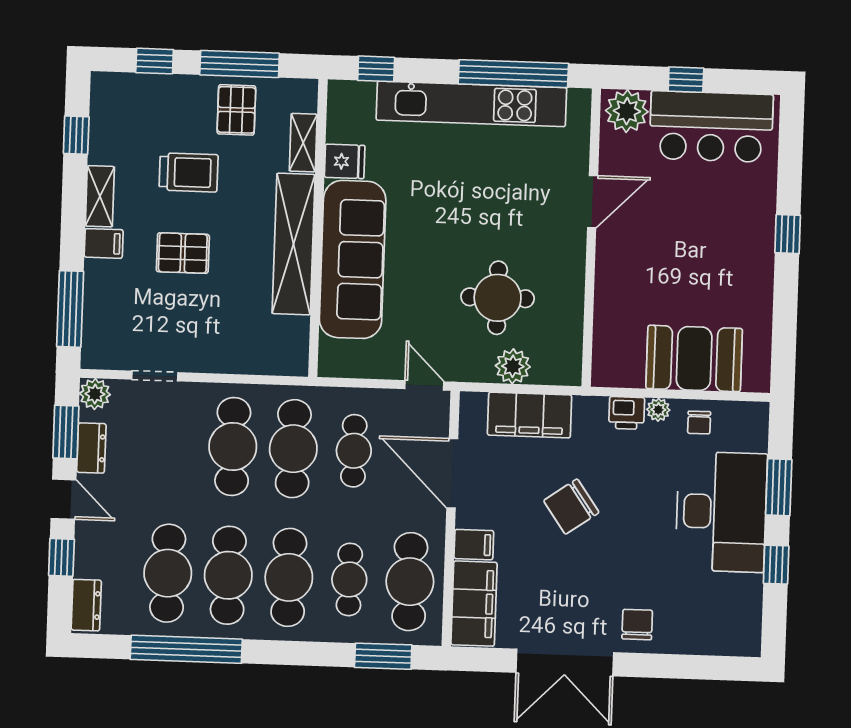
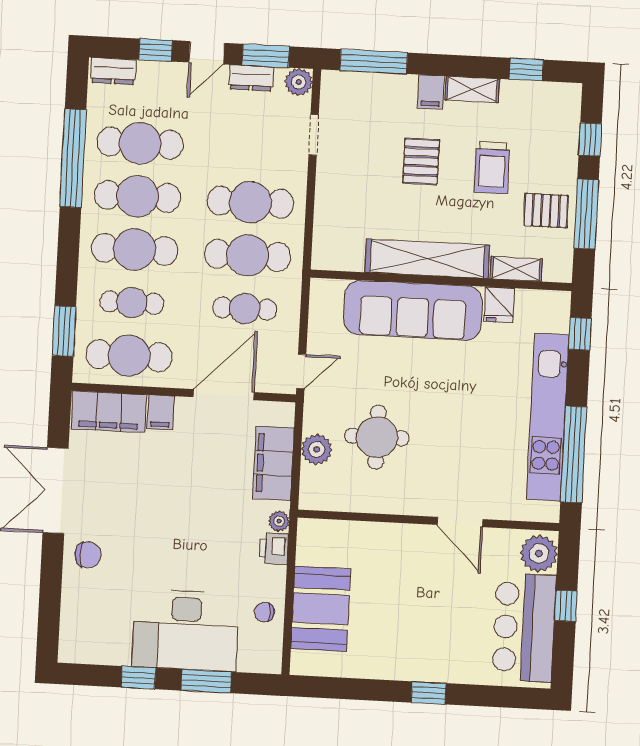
plant: (658, 410) -> (279, 521), moved
chair: (571, 507) -> (192, 499), removed

